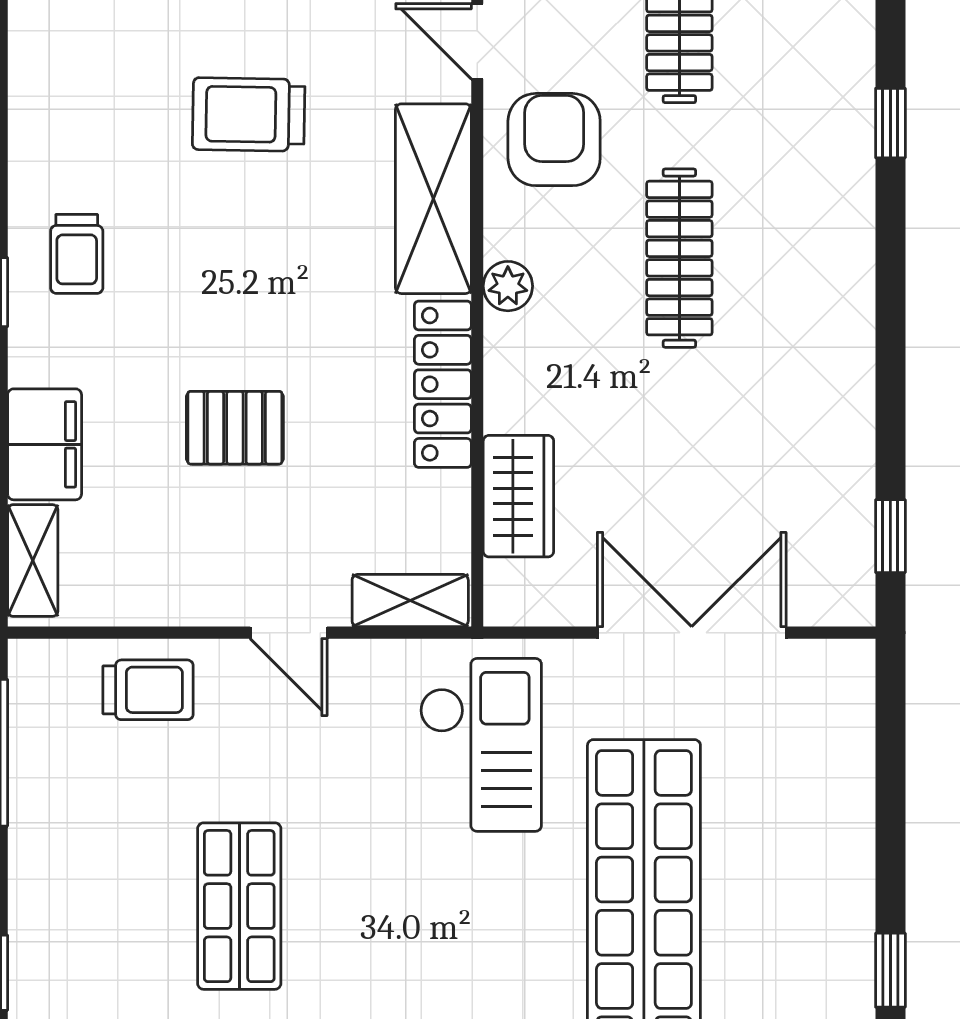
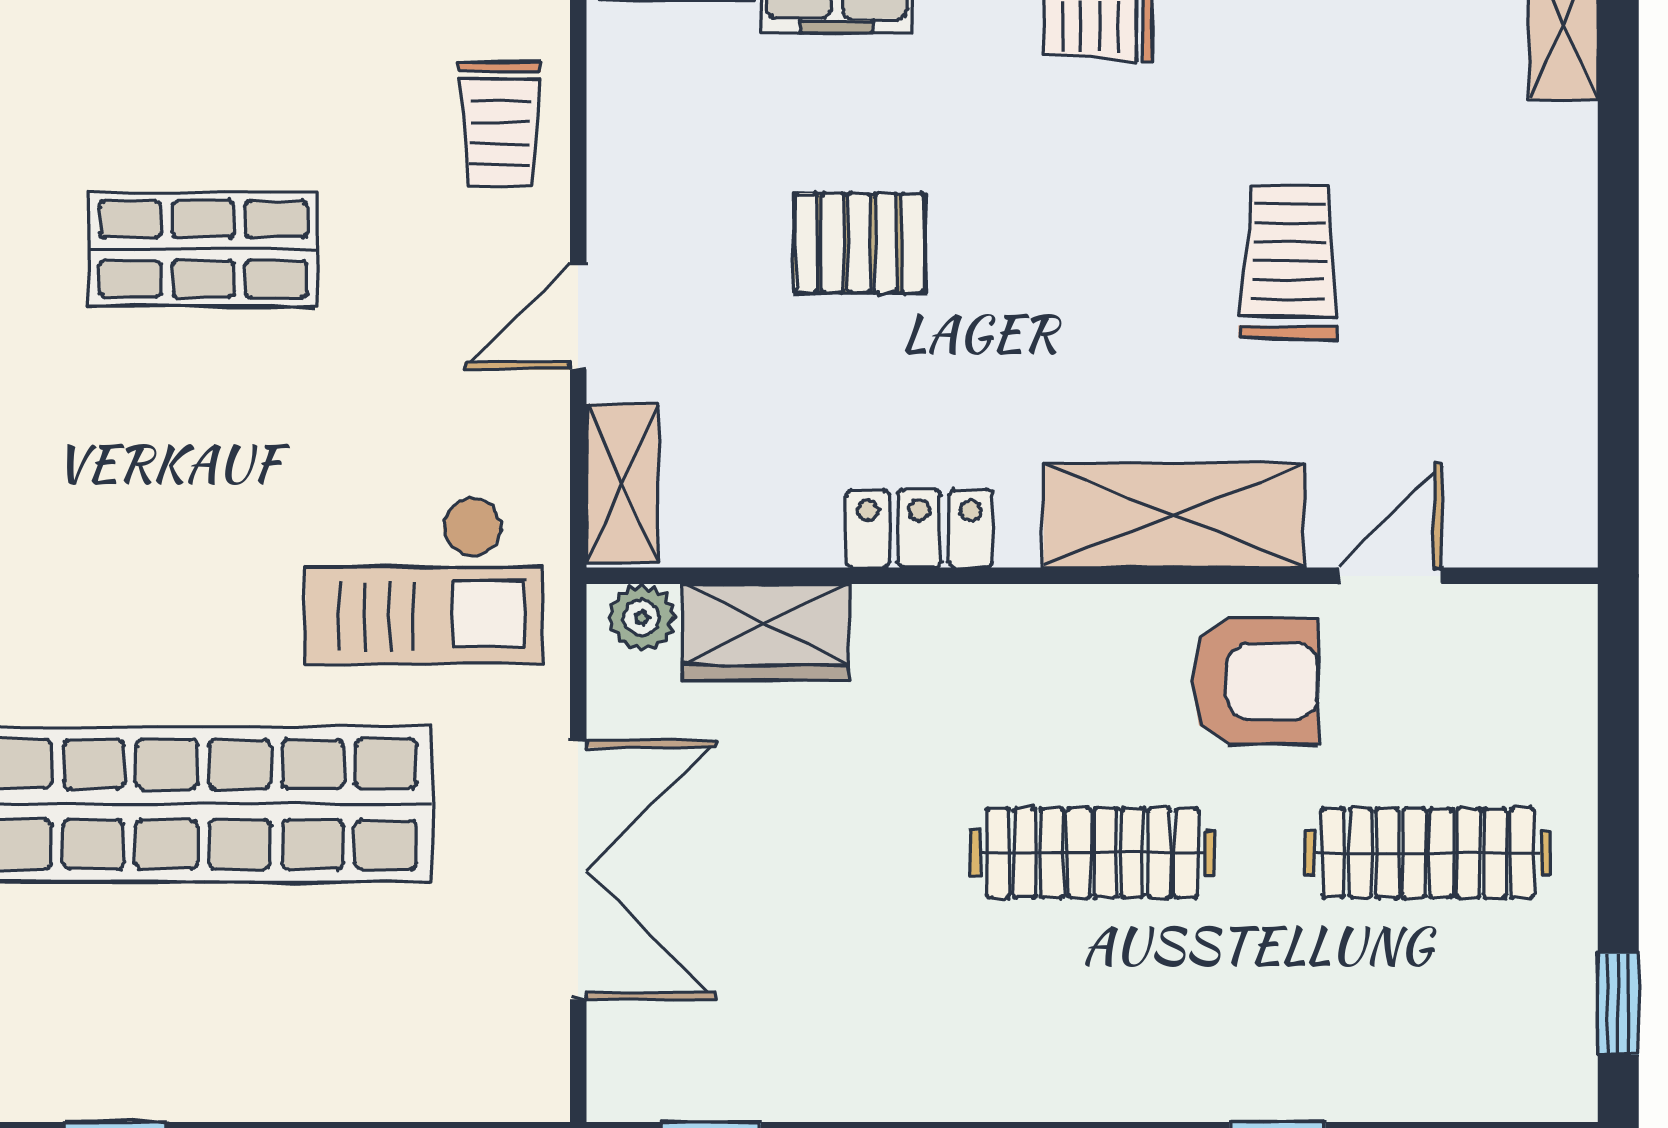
plant: (508, 286) -> (642, 618), moved
locker: (443, 384) -> (919, 528), width x0.66
pallet: (235, 428) -> (859, 243), turned 90

